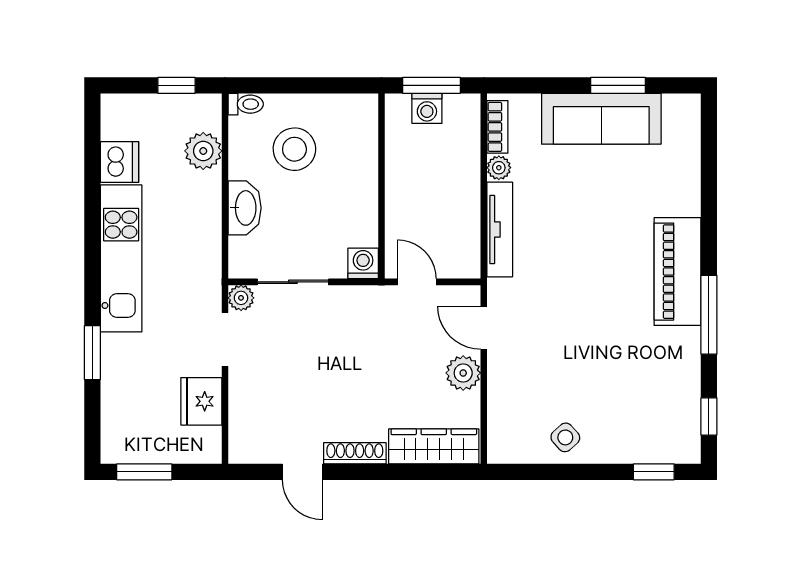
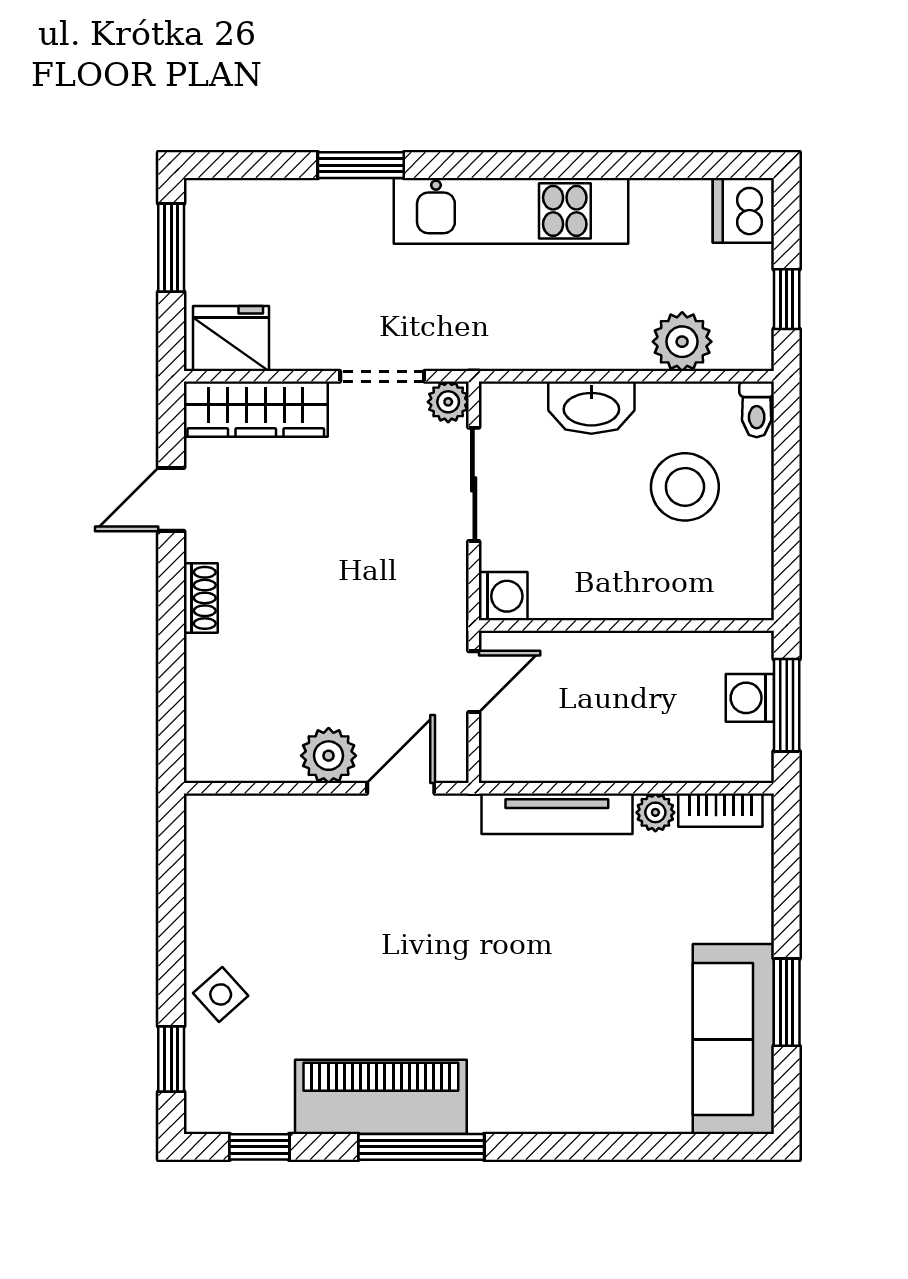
sofa: (601, 119) -> (733, 1039), moved
dishwasher: (119, 162) -> (743, 210), moved, turned 90
piano: (677, 272) -> (381, 1097), moved
fridge: (201, 401) -> (231, 339), moved
side table: (565, 437) -> (221, 994), moved
wardrobe: (434, 446) -> (256, 409), moved, turned 90
shoe rack: (355, 453) -> (201, 598), width x0.70

